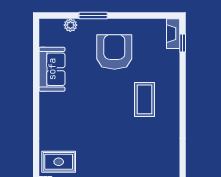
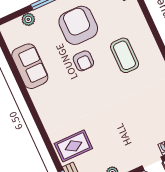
armchair: (104, 87) -> (83, 61), added

